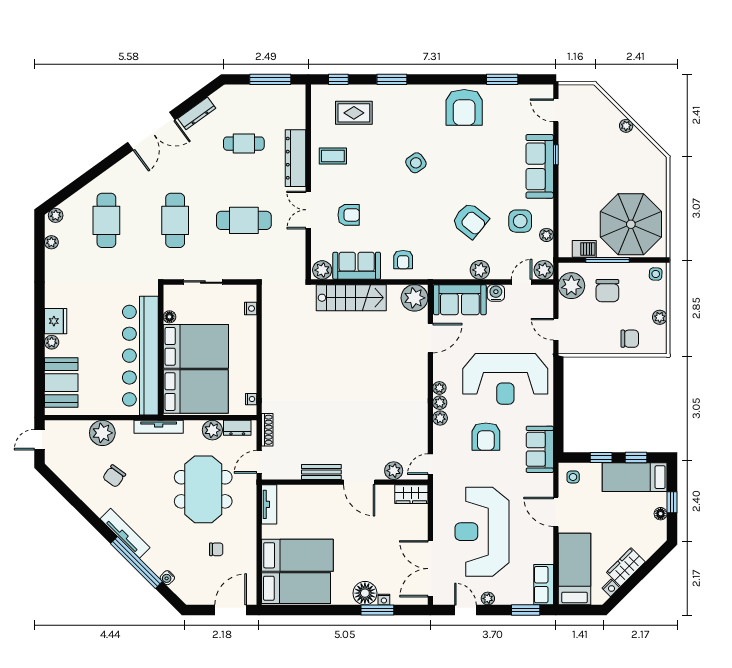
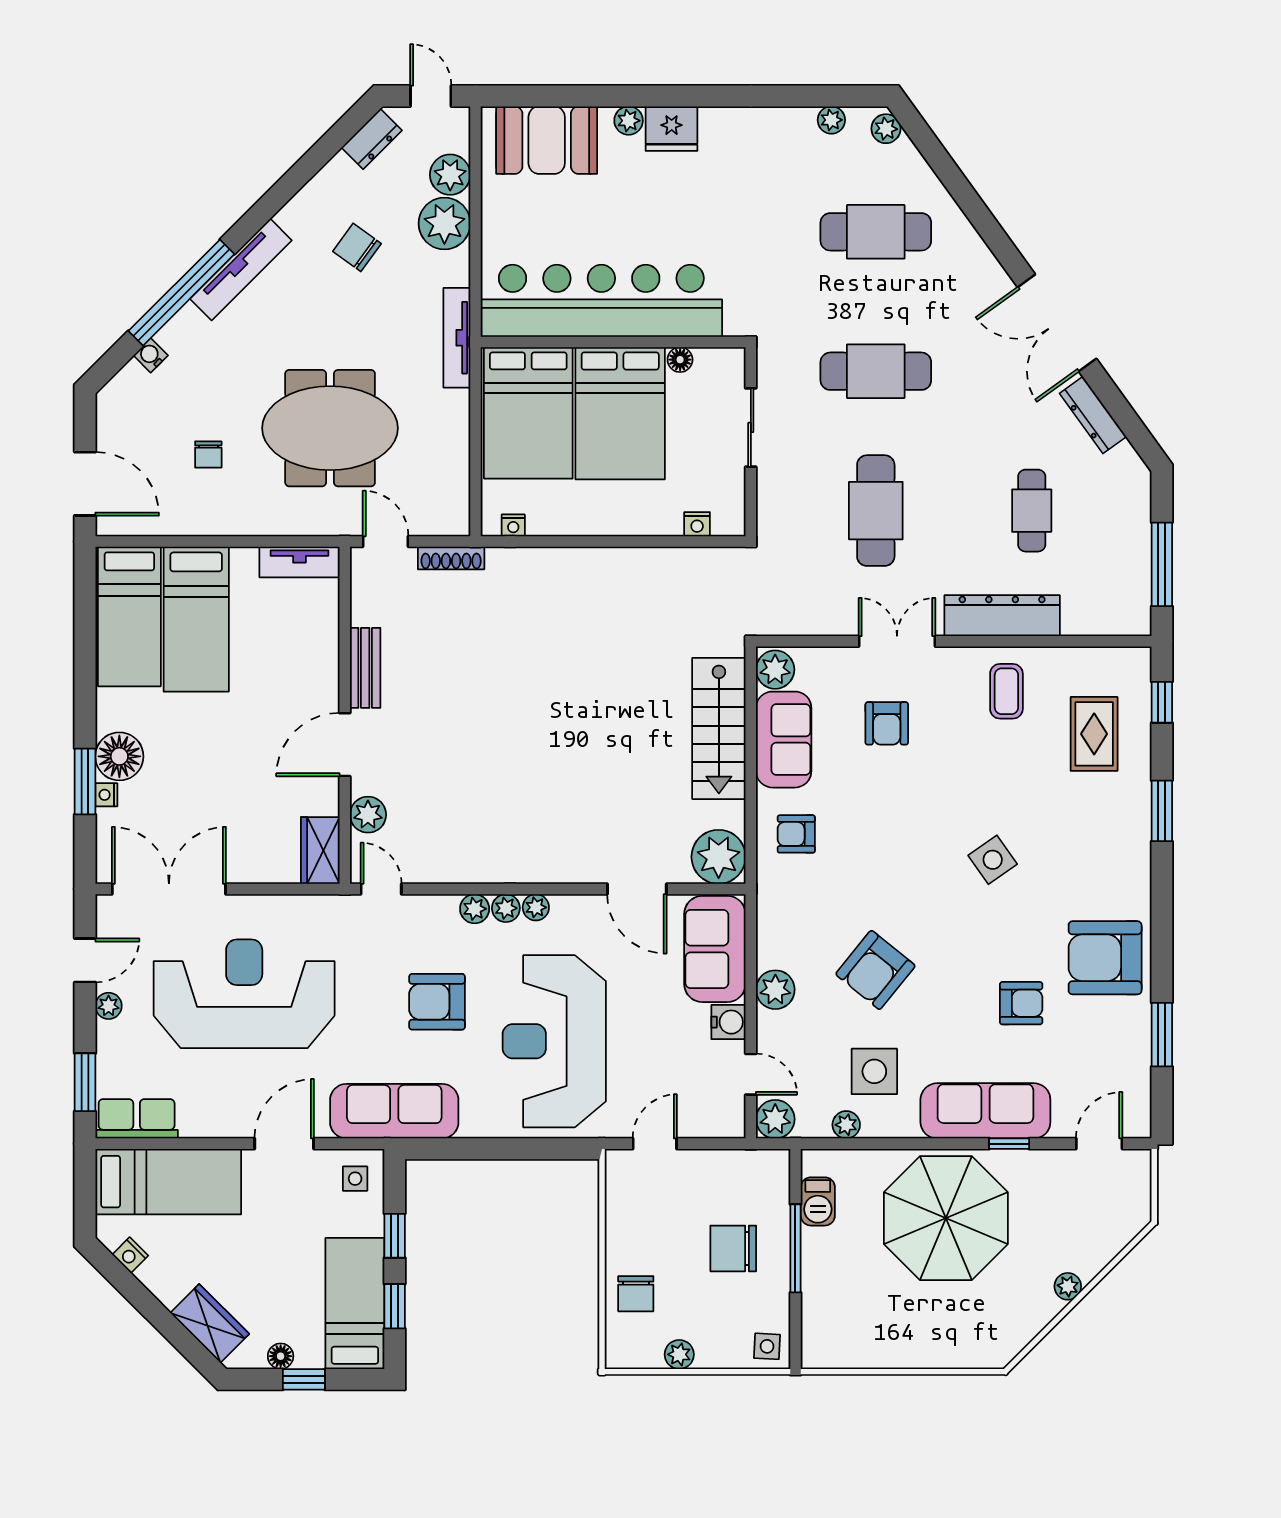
armchair: (487, 149) -> (1021, 1003), added
parasol: (631, 224) -> (946, 1218), moved
plant: (571, 286) -> (743, 1175), removed
dresser: (237, 428) -> (372, 139), moved, turned -135
plant: (212, 430) -> (450, 175), moved
sofa: (540, 449) -> (394, 1111), width x1.36
wardrobe: (626, 567) -> (210, 1323), moved

